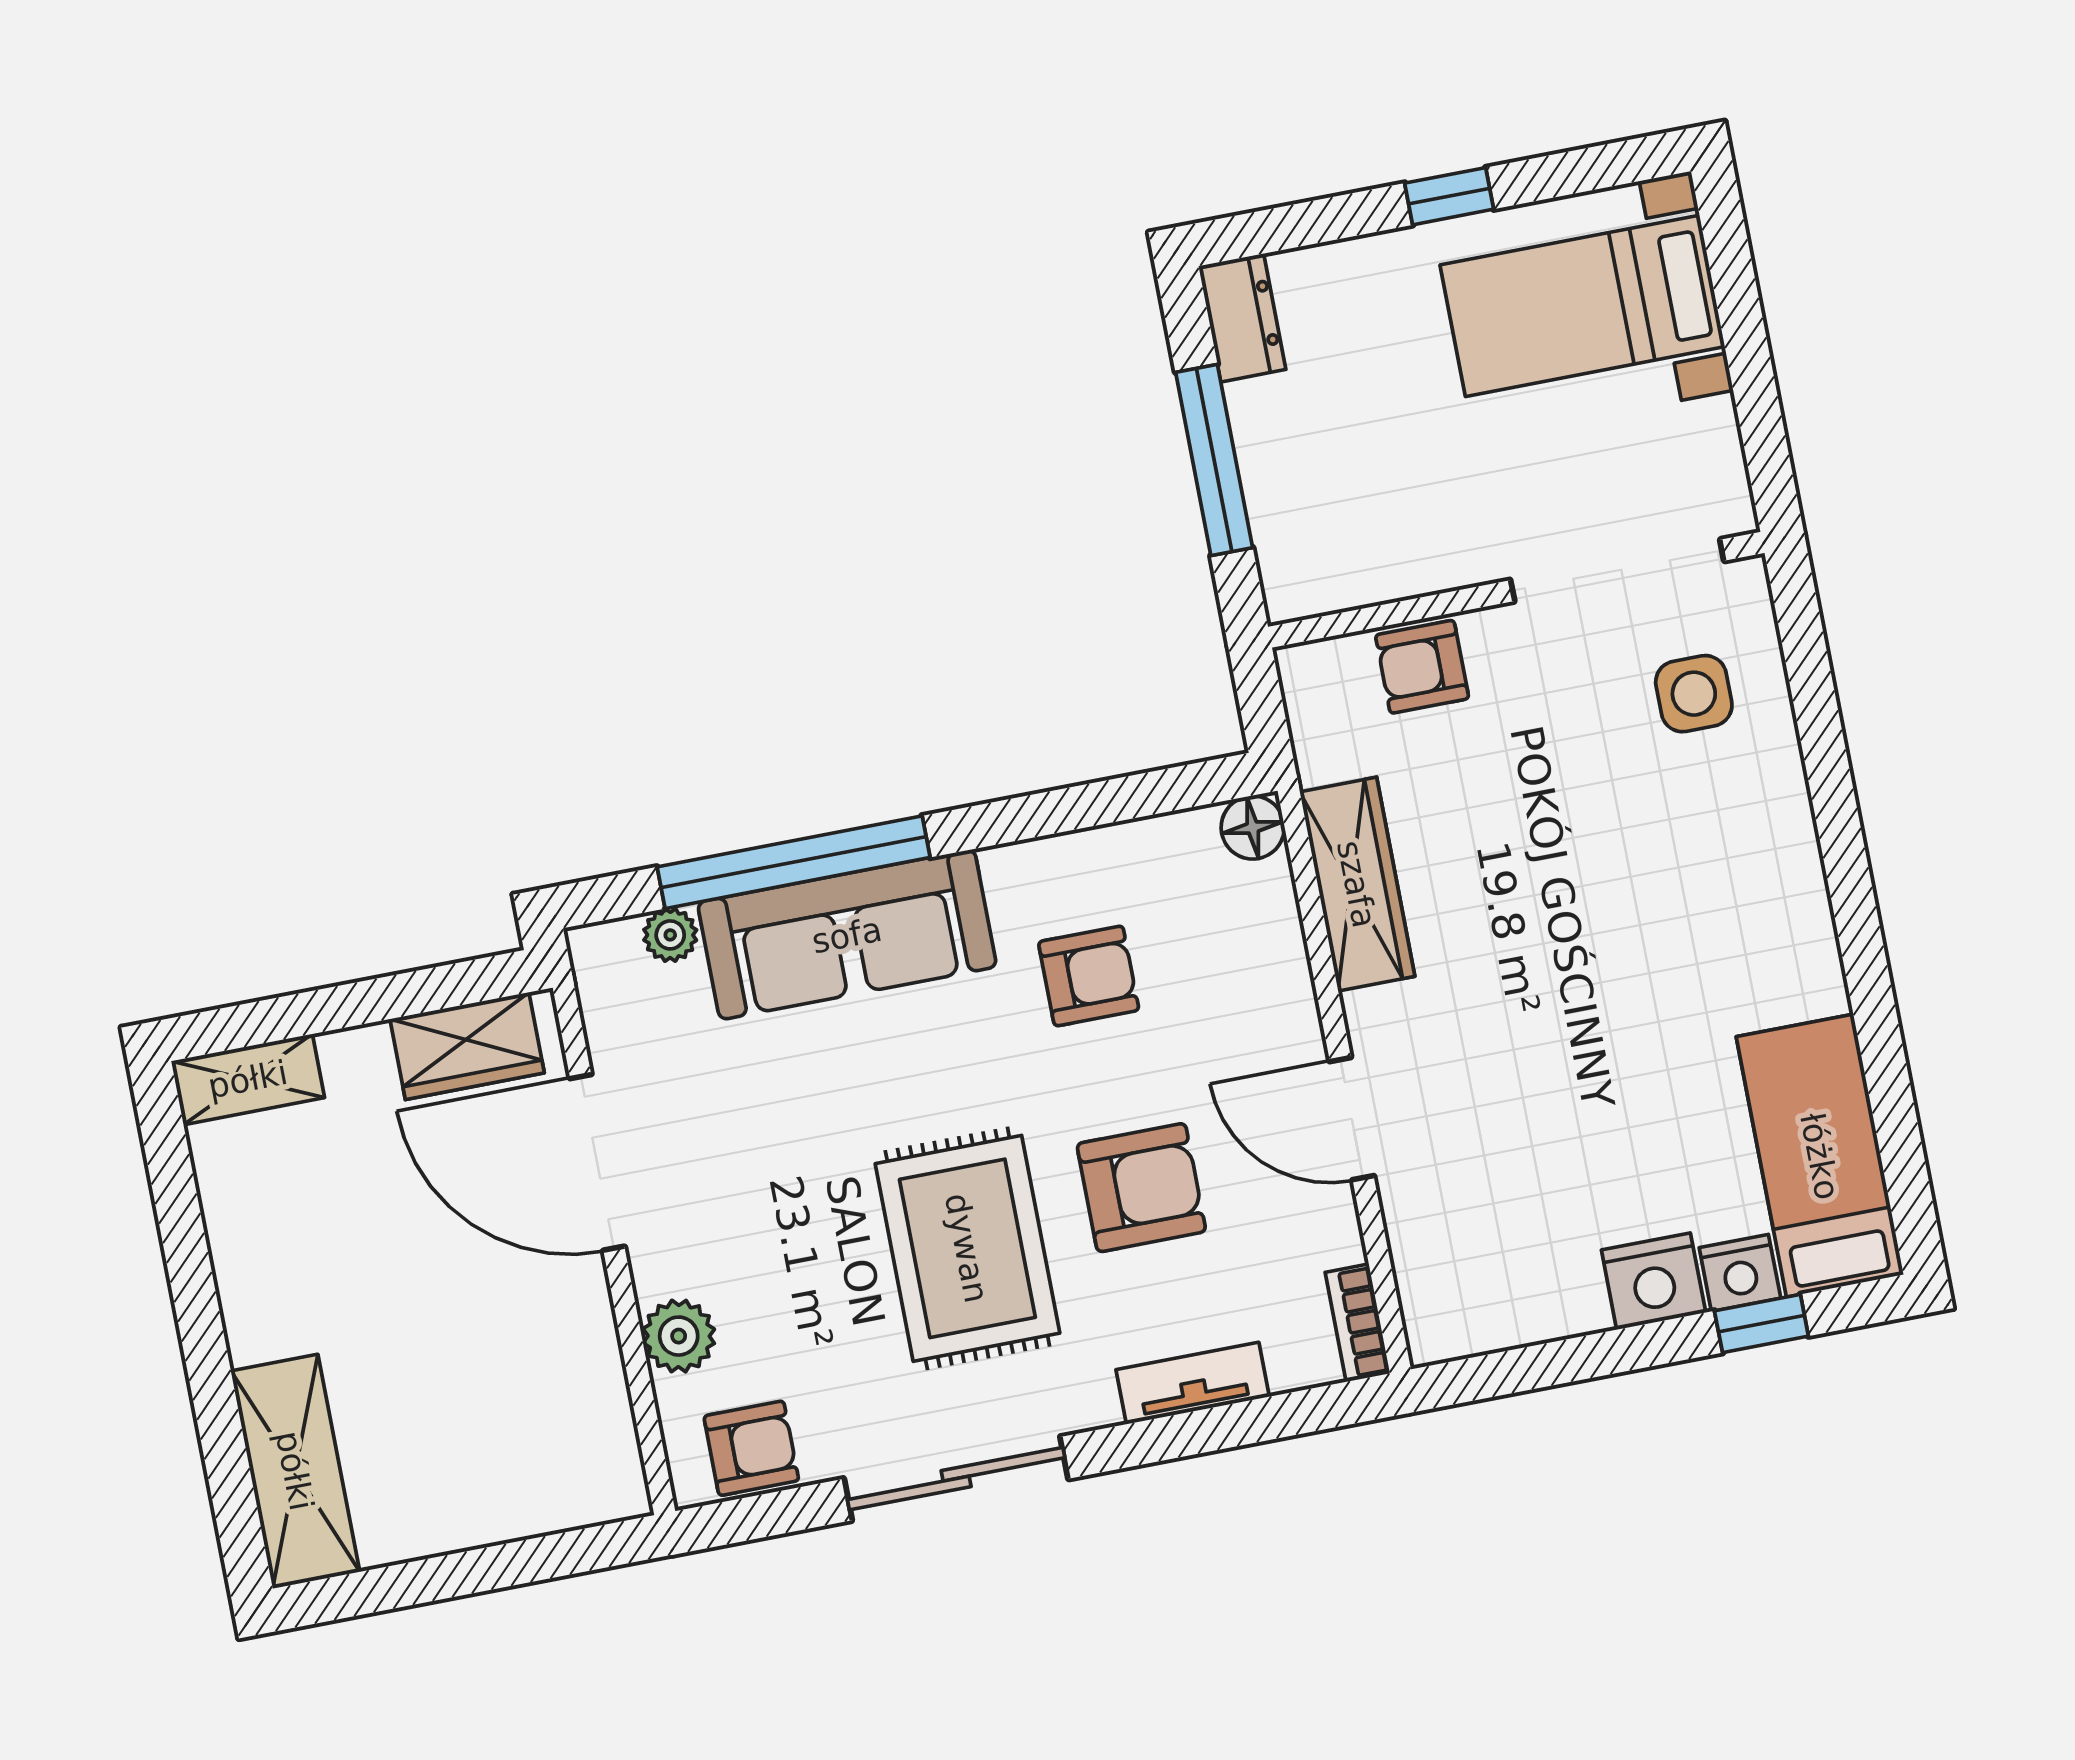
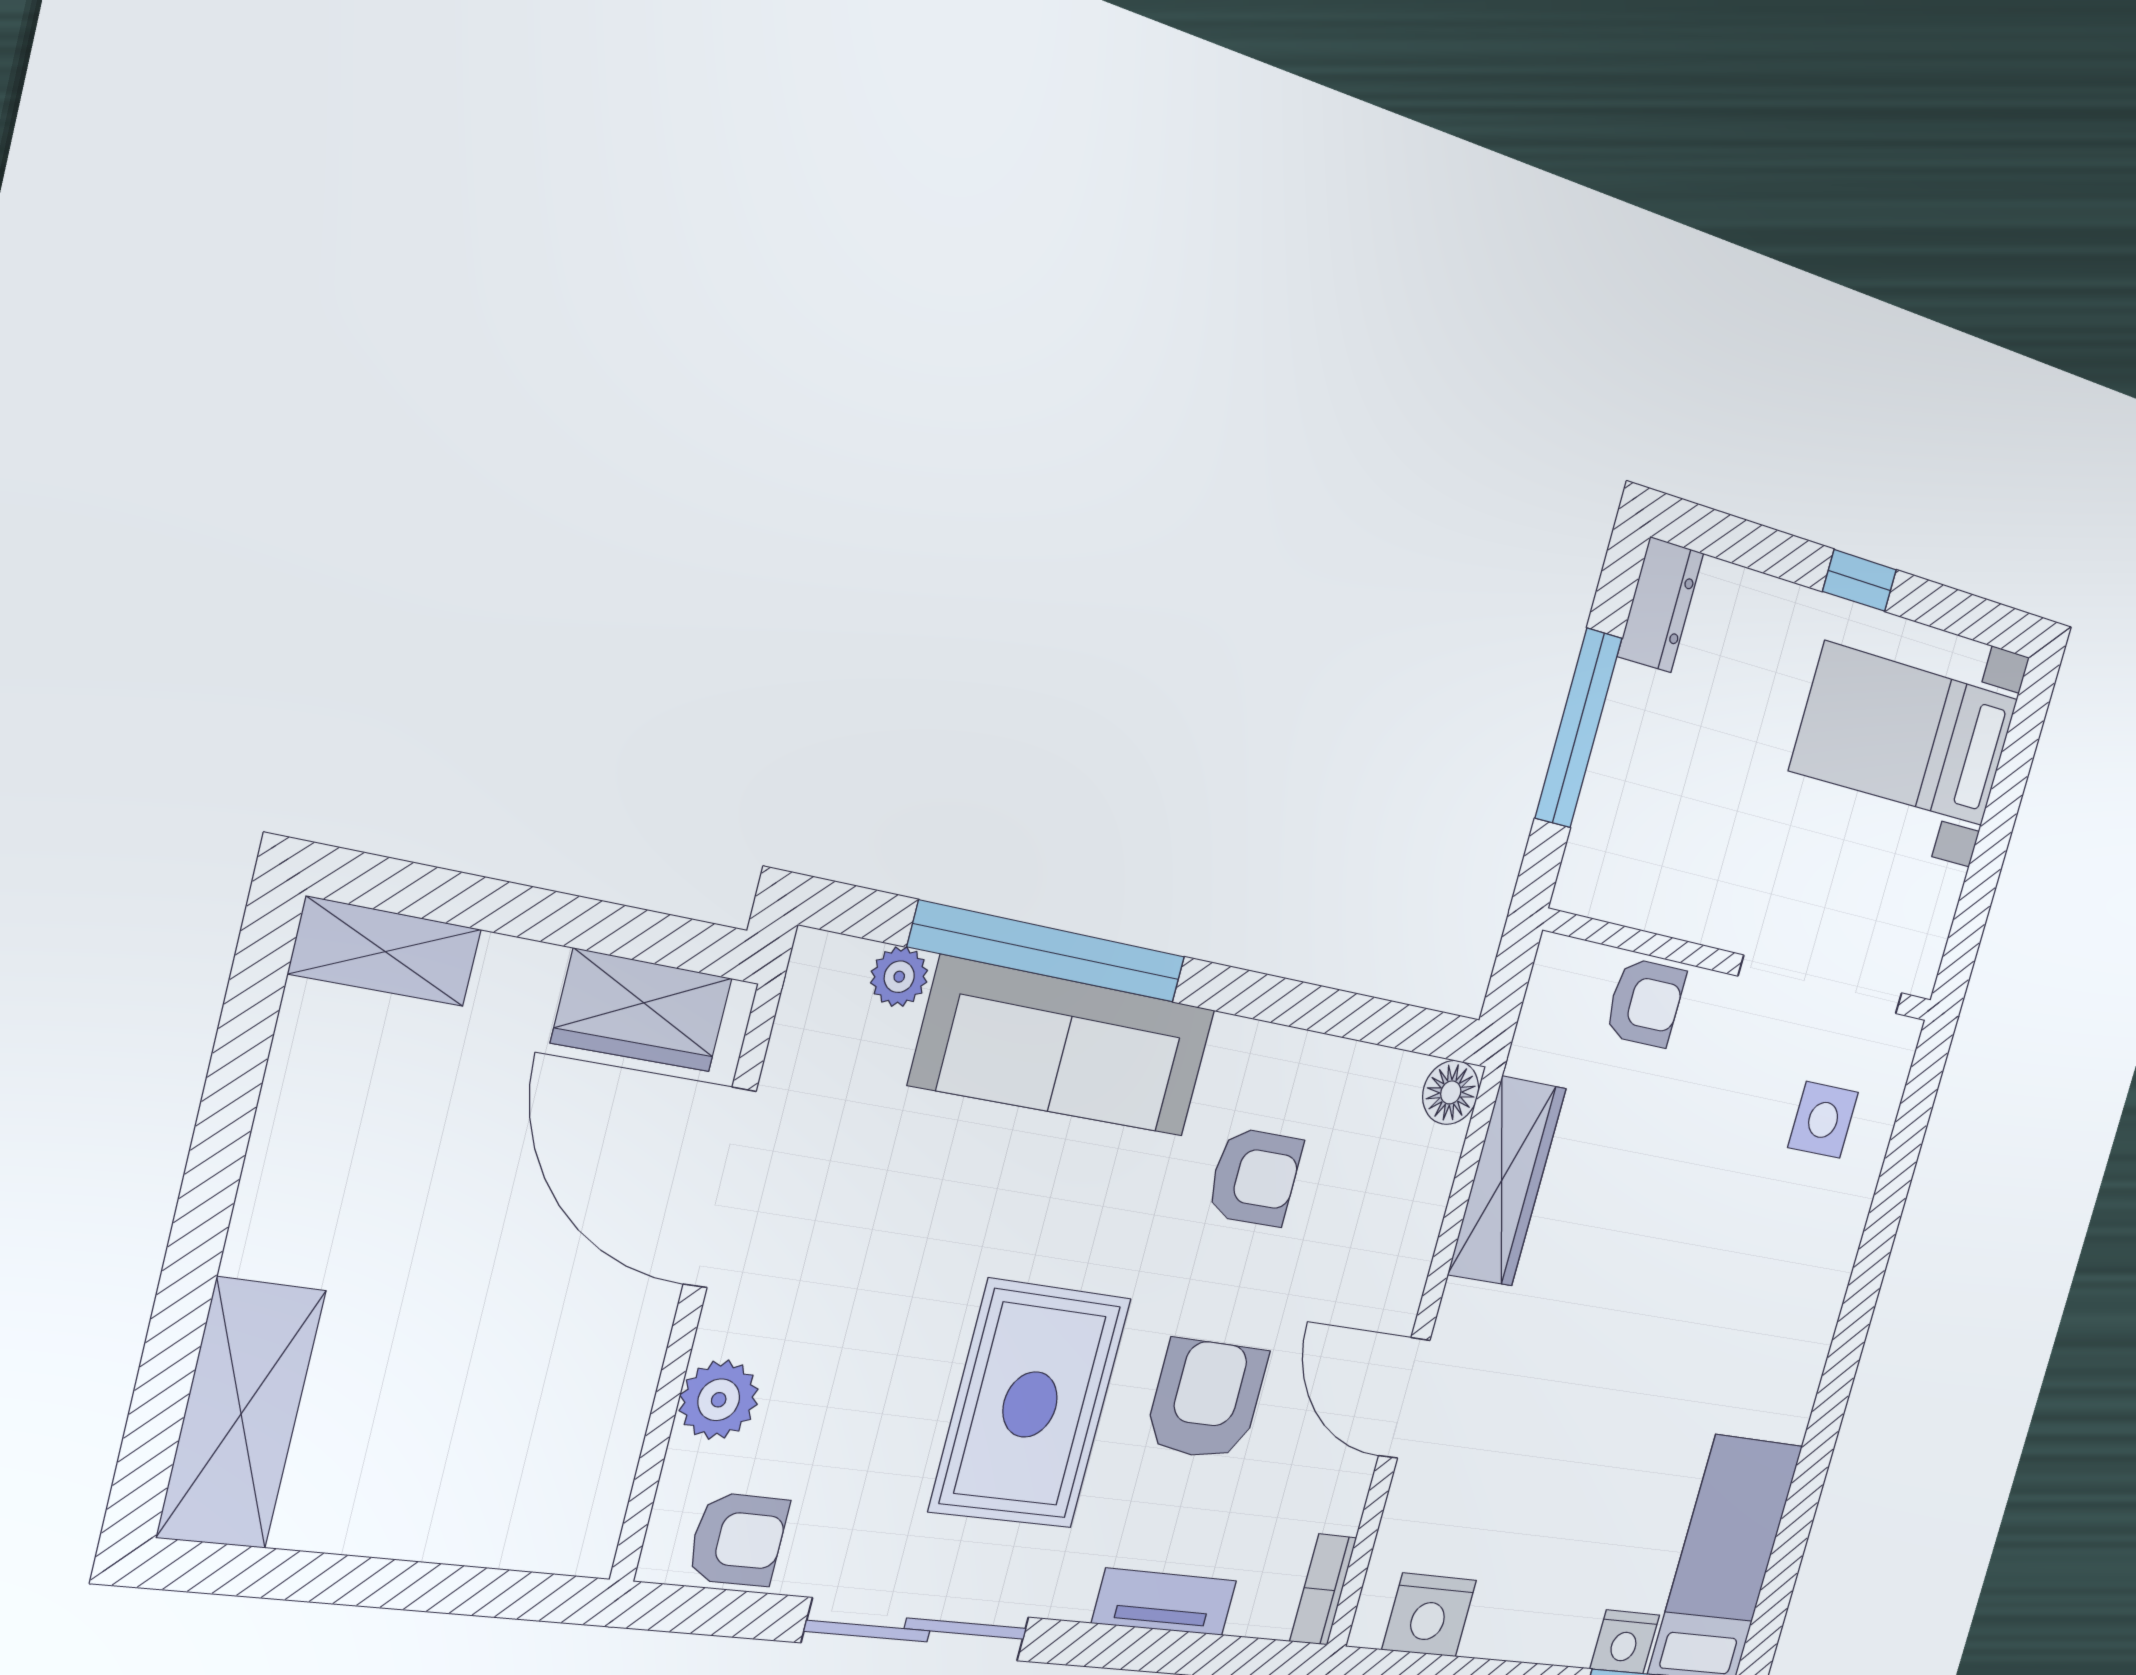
armchair: (1422, 667) -> (1645, 1003), turned 180
armchair: (1141, 1188) -> (1206, 1399), turned -90
nightstand: (1654, 1281) -> (1429, 1615), moved

